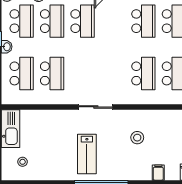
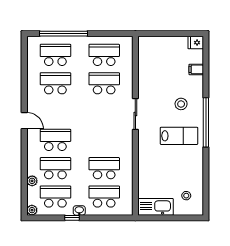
sliding door: (96, 107) -> (135, 114), moved
stool: (137, 138) -> (181, 104), moved

